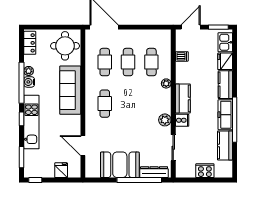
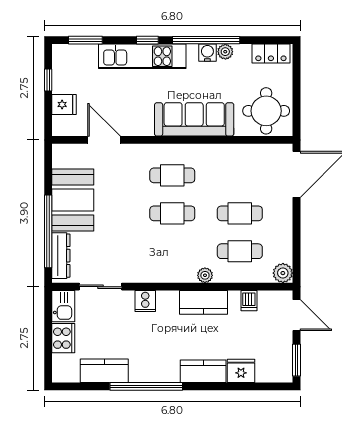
kitchen sink: (225, 42) -> (63, 306), moved, turned 90
cafe table: (105, 62) -> (172, 213), moved
kitchen counter: (183, 98) -> (204, 302), moved
freezer: (225, 115) -> (154, 371), removed
plant: (165, 120) -> (283, 273), moved
door: (83, 146) -> (104, 140), hinge flipped
window: (35, 180) -> (48, 80), moved

